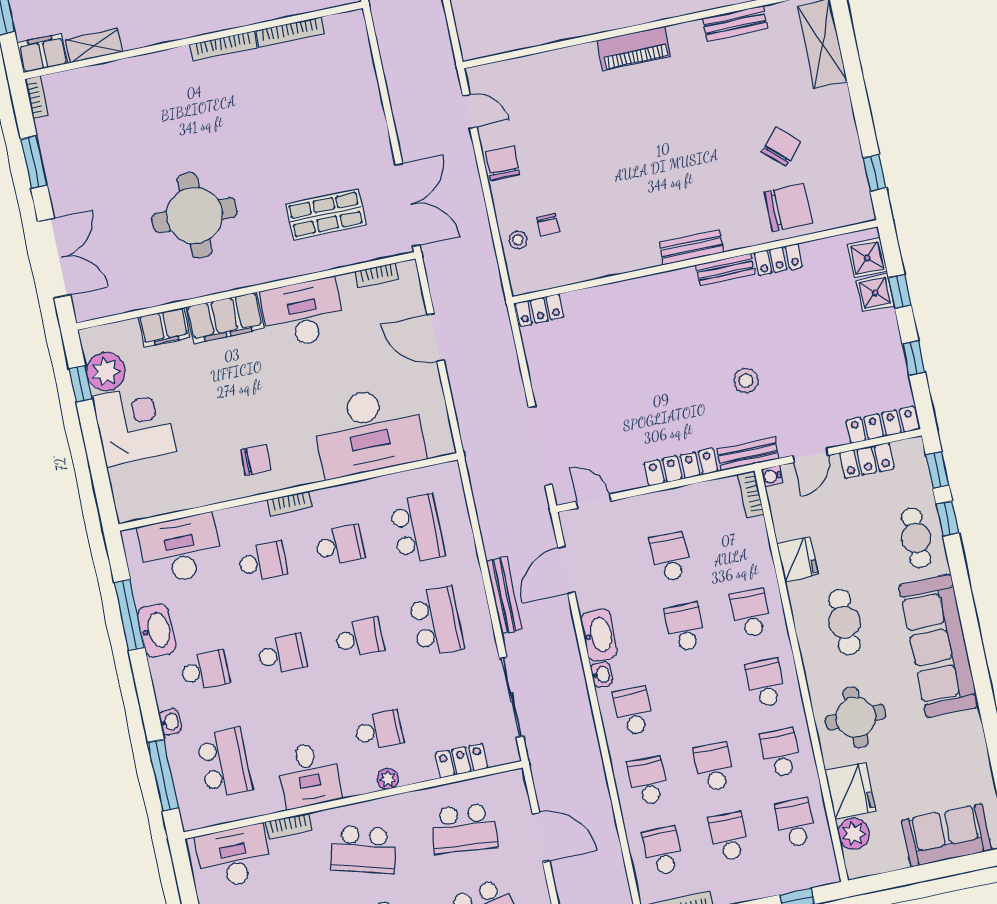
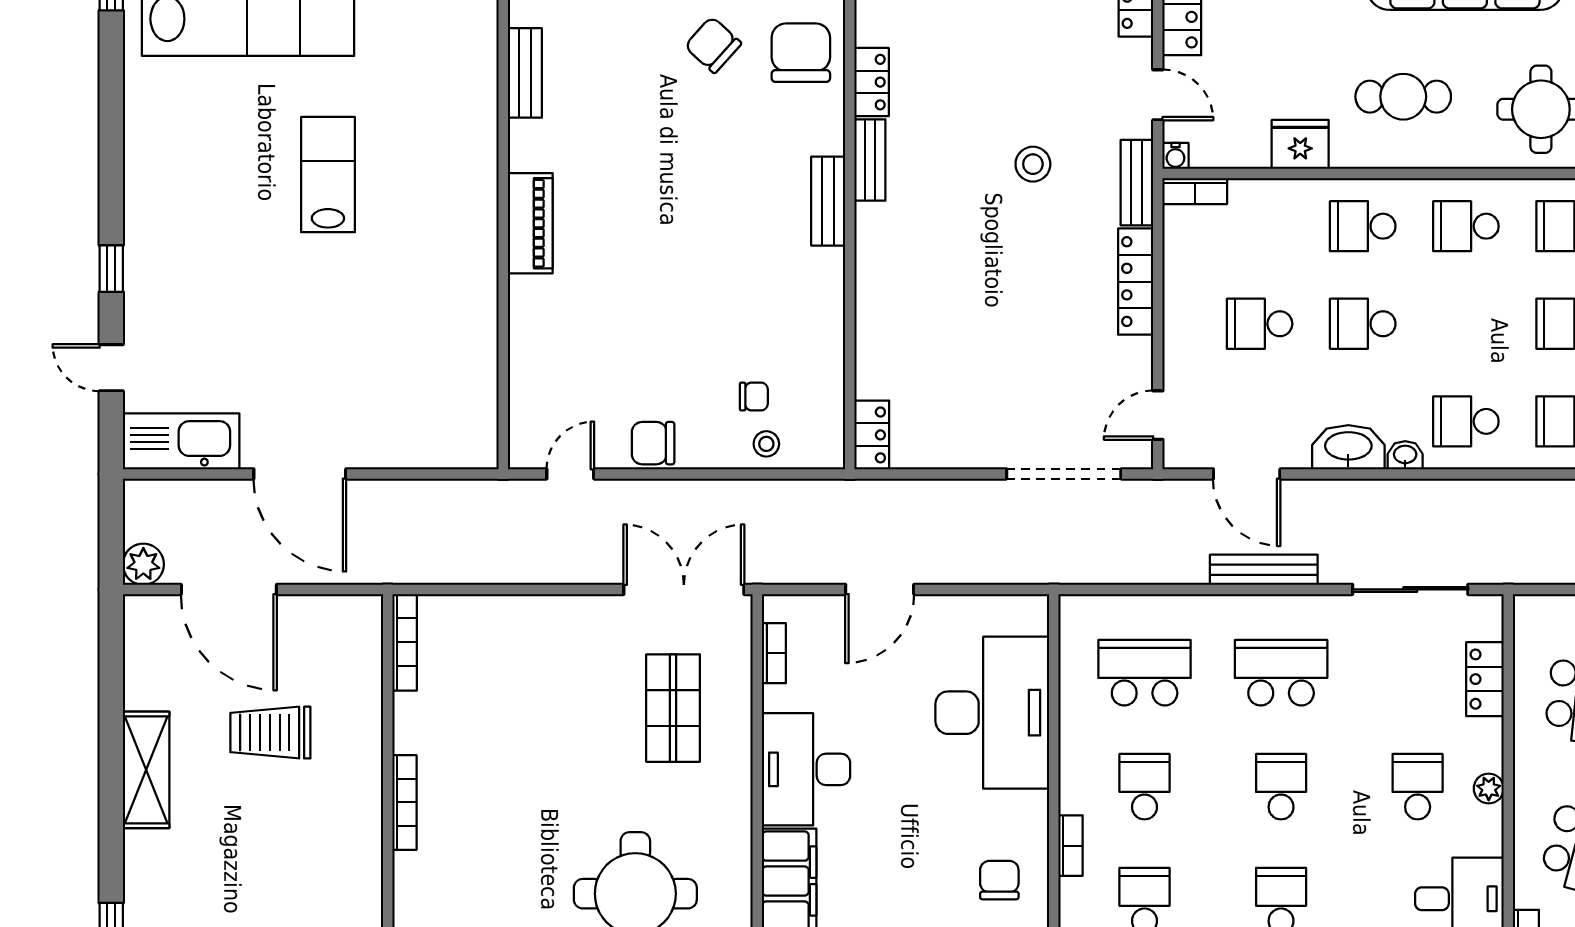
bookcase: (290, 32) -> (405, 642), moved

